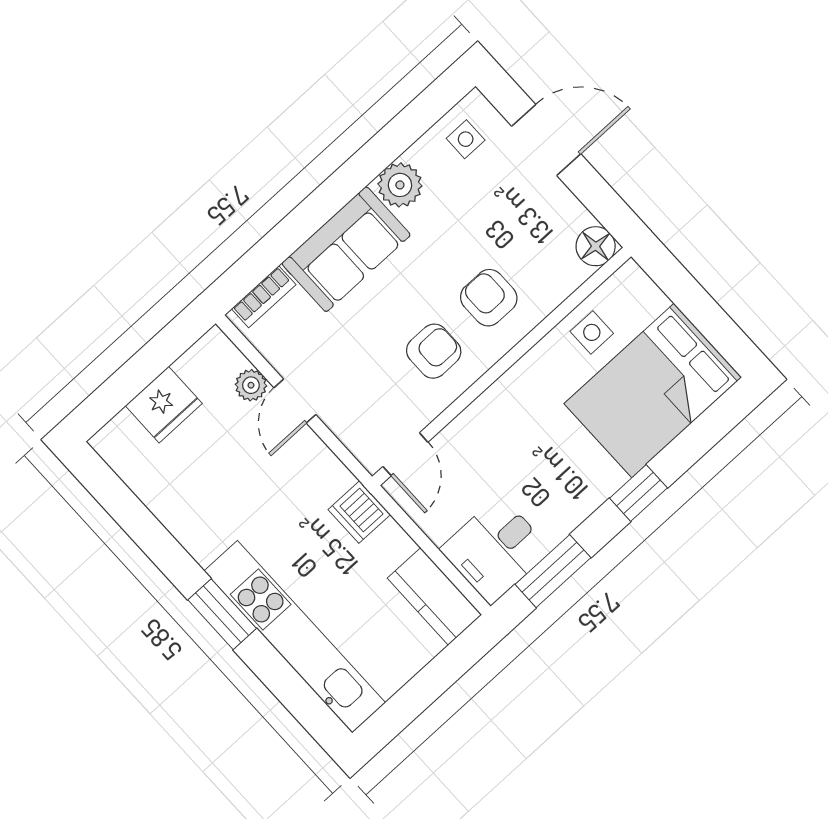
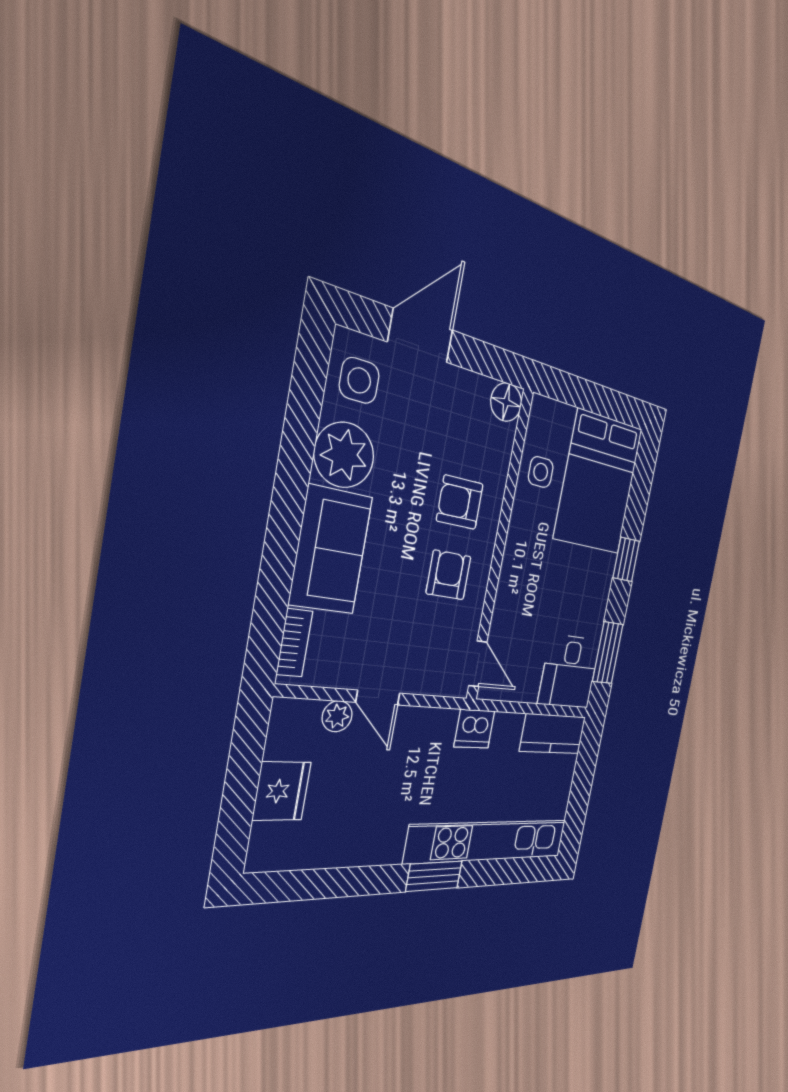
side table: (466, 139) -> (359, 380), width x1.37, depth x1.37
plant: (400, 185) -> (344, 455), width x1.36, depth x1.36

